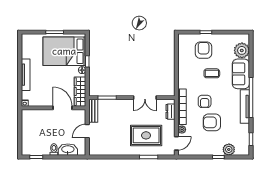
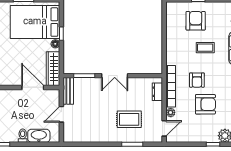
double door: (145, 98) -> (115, 76), moved
armchair: (212, 122) -> (205, 104), turned 180
rug: (146, 135) -> (129, 119), width x0.73, depth x0.70

